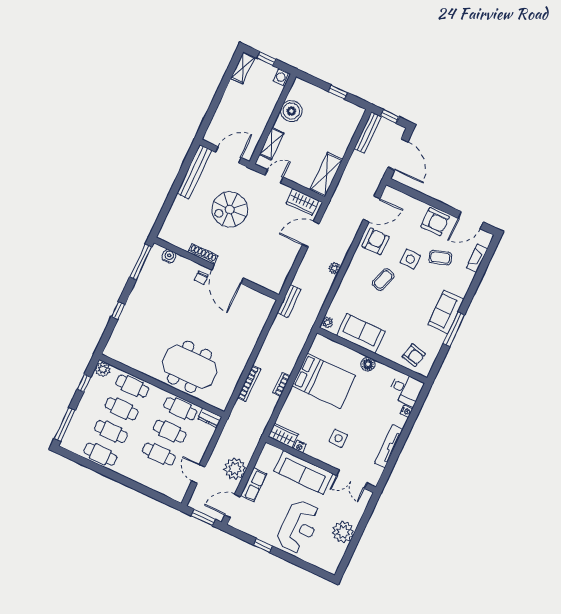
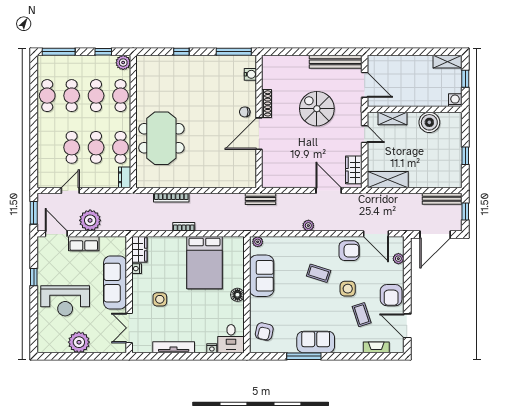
plant: (404, 199) -> (398, 259), added

